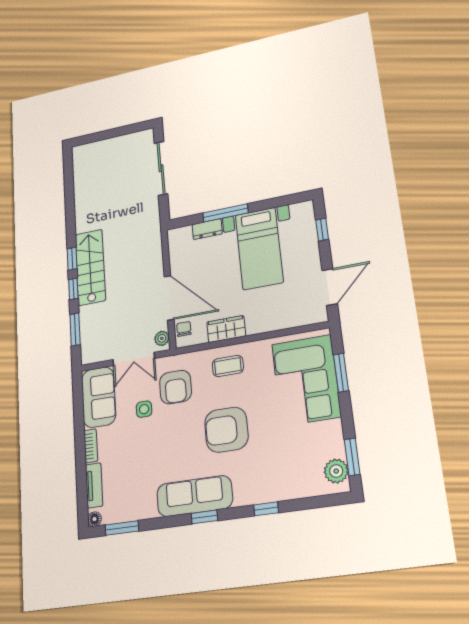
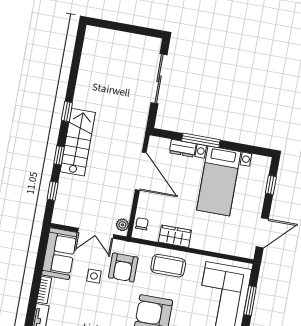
window: (72, 259) -> (67, 112), moved
door: (169, 298) -> (141, 171), moved
window: (75, 329) -> (53, 191), width x0.67
coffee table: (228, 366) -> (168, 266), width x1.36, depth x1.30

